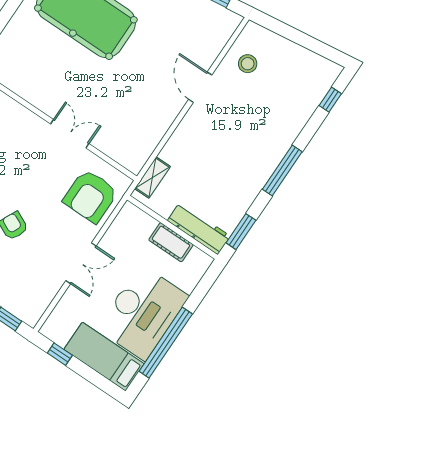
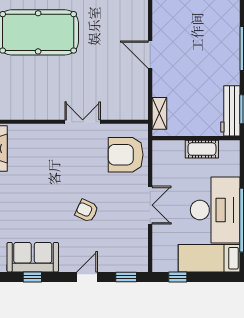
door: (200, 87) -> (150, 55), moved
armchair: (91, 196) -> (126, 155), turned 90
workbench: (199, 228) -> (230, 111), moved, turned -90

